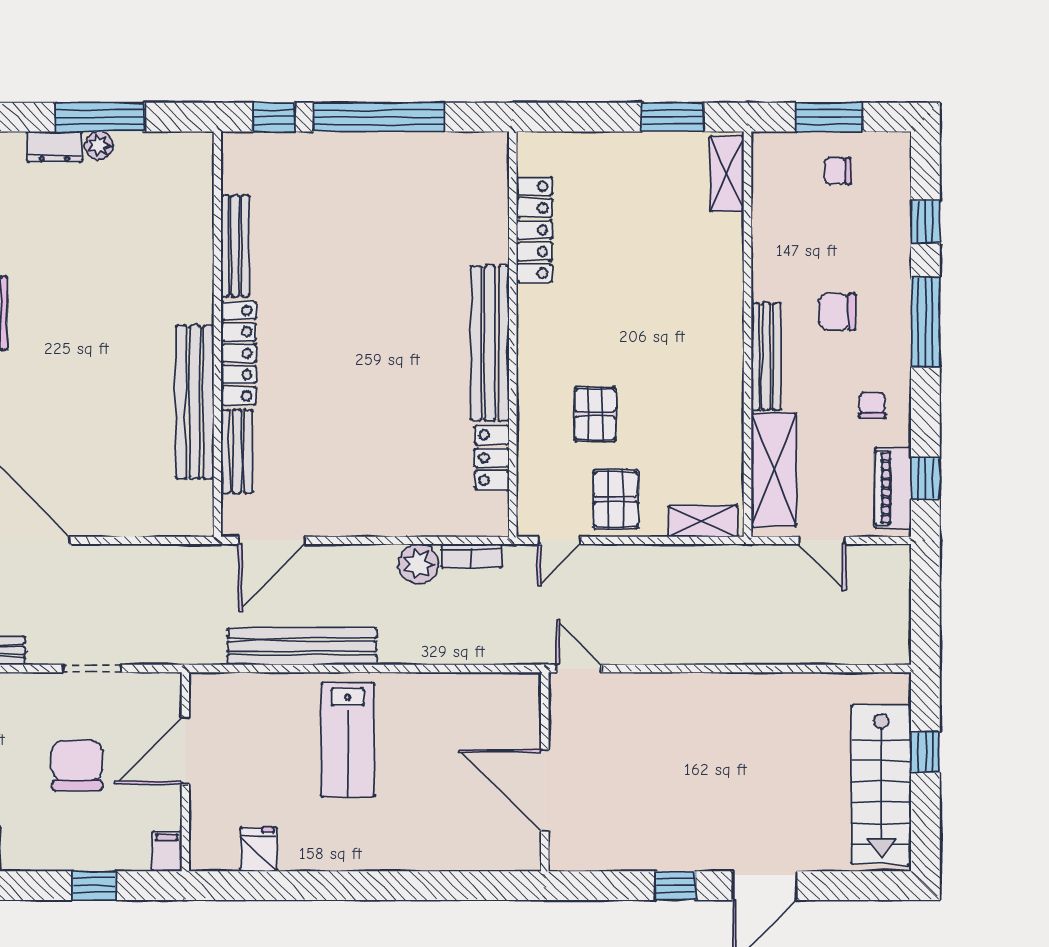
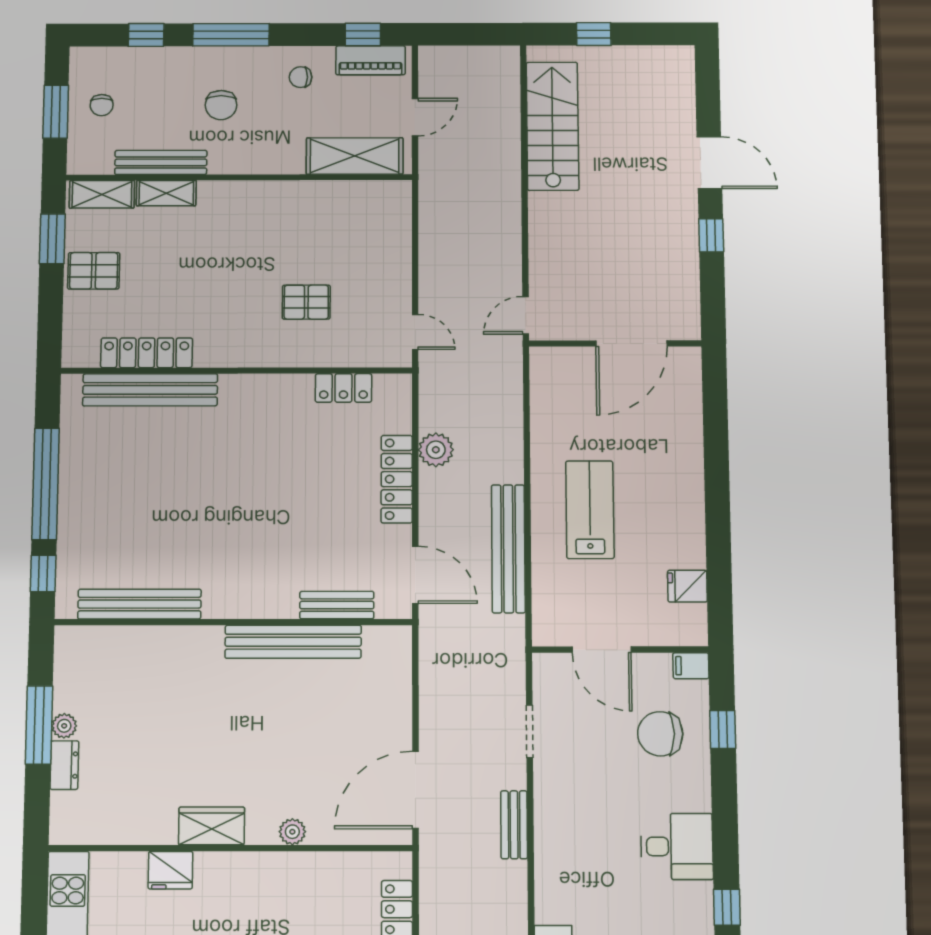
bench: (235, 246) -> (139, 604), width x1.37, depth x1.21
bench: (490, 343) -> (150, 390), moved
locker: (239, 353) -> (397, 479), moved, turned -90
bench: (766, 356) -> (161, 162), moved
pallet: (616, 499) -> (94, 271), moved
shelving: (703, 521) -> (166, 193), moved, turned 90
bookcase: (471, 556) -> (429, 405), removed
lab bench: (348, 740) -> (590, 510), turned -90
chair: (77, 765) -> (660, 734), moved
stairs: (881, 785) -> (553, 126), moved, turned -90

